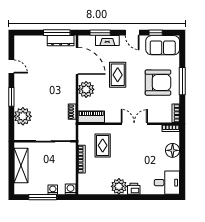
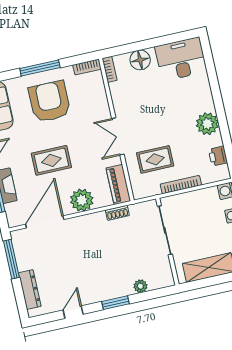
dresser: (61, 41) -> (30, 289), moved
plant: (23, 116) -> (140, 286), width x0.53, depth x0.53
double door: (134, 124) -> (118, 136), moved
desk: (167, 183) -> (181, 59), width x1.37
printer: (134, 189) -> (218, 156), moved

